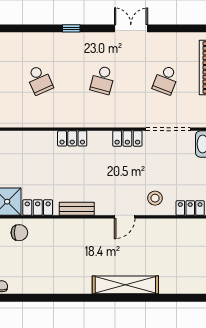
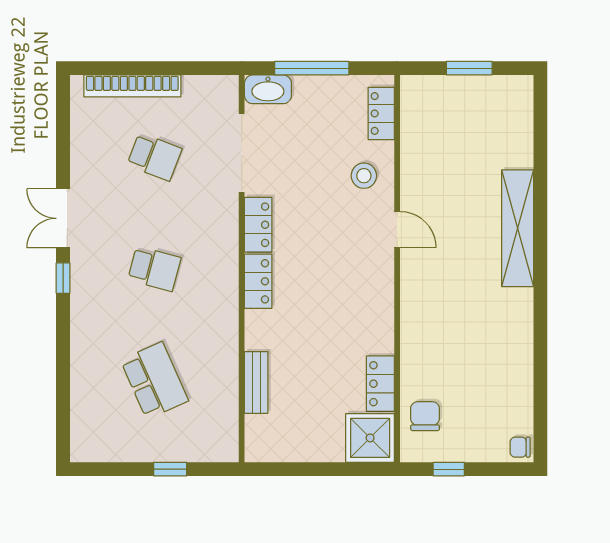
window: (71, 28) -> (63, 278), moved
school desk: (39, 80) -> (154, 380), width x1.85
locker: (72, 138) -> (258, 281), moved
bench: (77, 209) -> (256, 383), moved

